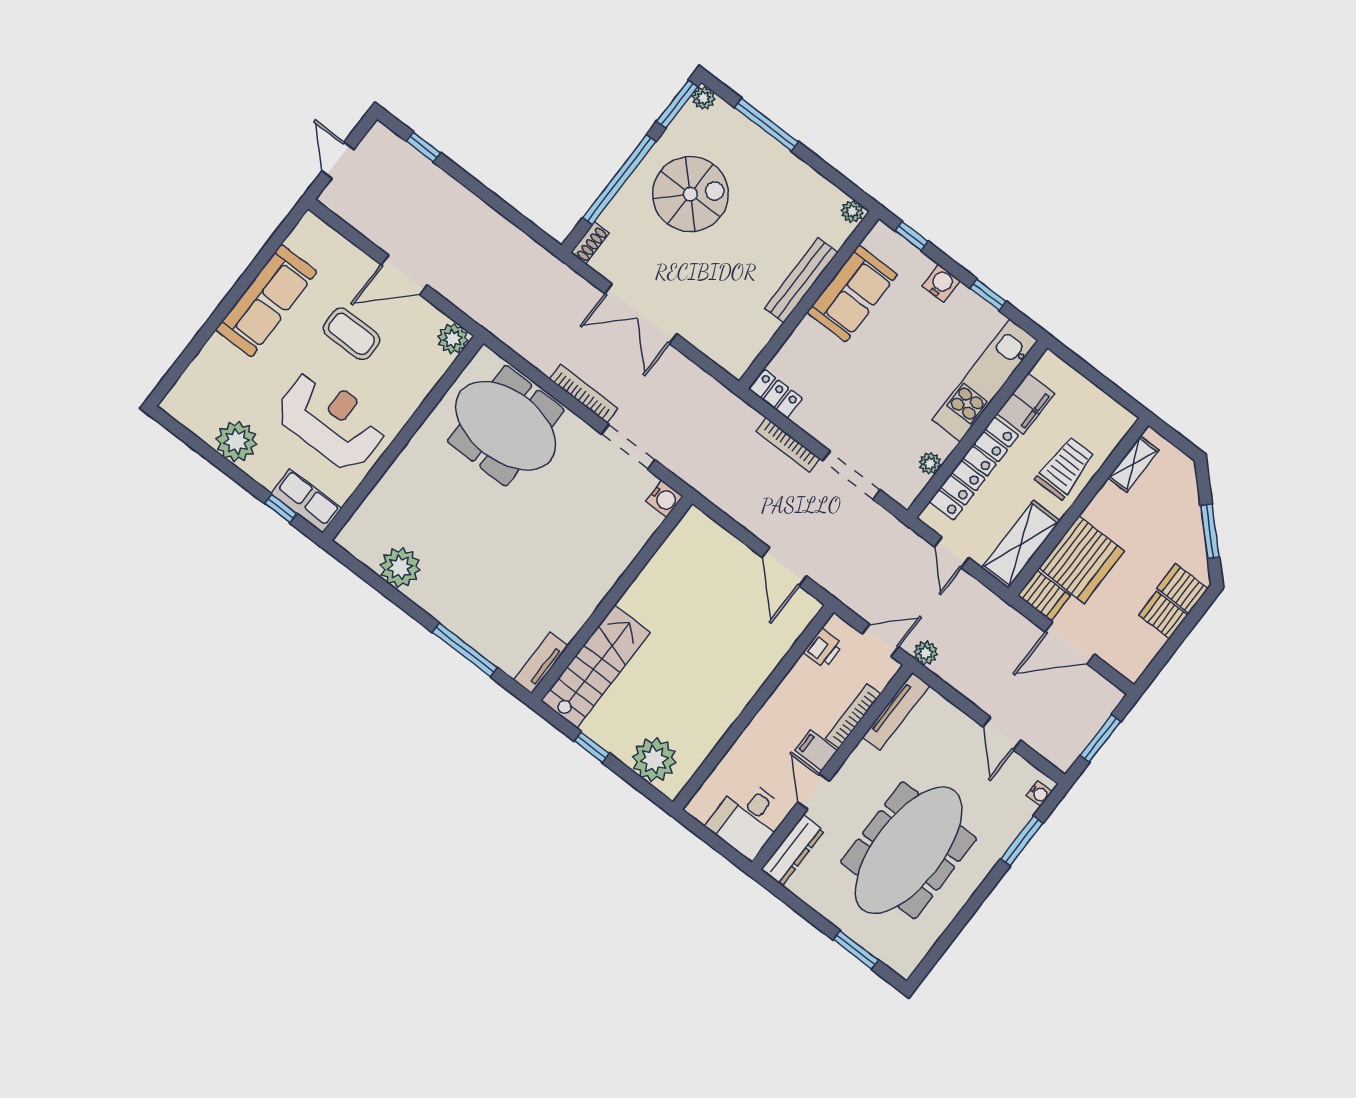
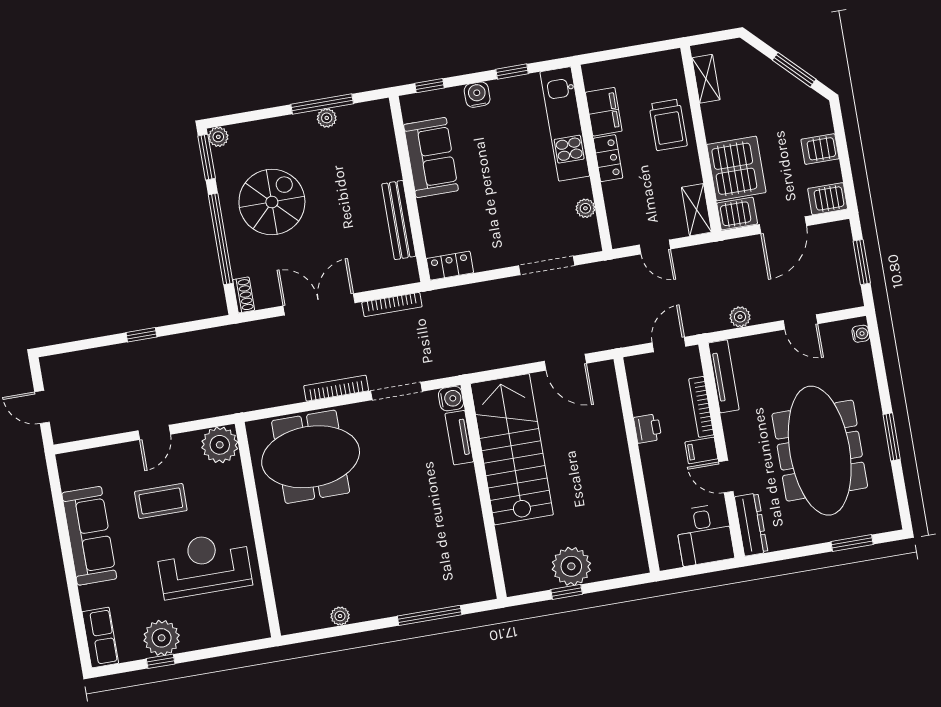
window: (766, 125) -> (322, 104), moved
window: (424, 147) -> (141, 335), moved
plant: (852, 212) -> (327, 118), moved
door: (404, 275) -> (154, 432), width x0.73
bench: (801, 280) -> (399, 220), moved
double door: (641, 314) -> (319, 304), swing flipped
plant: (453, 339) -> (220, 445), width x1.36, depth x1.36
bookcase: (788, 445) -> (392, 305), moved
locker: (974, 468) -> (608, 158), width x0.46, depth x0.83
trolley: (1065, 468) -> (668, 125), turned 180
row of seats: (306, 501) -> (100, 637), moved, turned 90
window: (281, 509) -> (161, 661), moved
shelving: (1021, 544) -> (697, 210), width x0.67, depth x0.75
plant: (400, 567) -> (340, 616), width x0.53, depth x0.53
server rack: (1182, 588) -> (828, 199), moved
printer: (823, 648) -> (648, 428), moved
plant: (926, 653) -> (740, 317), moved
tv unit: (541, 663) -> (459, 438), moved
stairs: (596, 667) -> (512, 449), moved, width x1.36, depth x1.51
plant: (654, 760) -> (571, 566), moved
window: (1022, 841) -> (892, 437), moved

